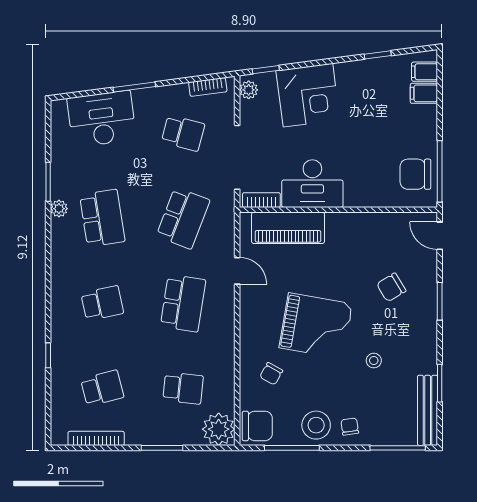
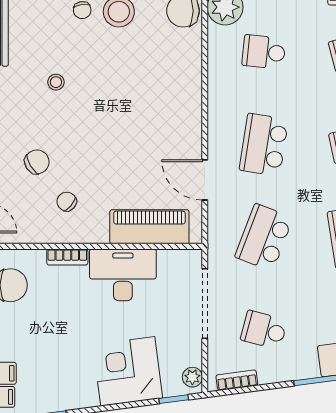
bookcase: (261, 200) -> (67, 257), moved
door: (237, 271) -> (205, 180), width x1.38
grand piano: (316, 326) -> (119, 120), removed
chair: (271, 374) -> (67, 202), moved, turned -78

